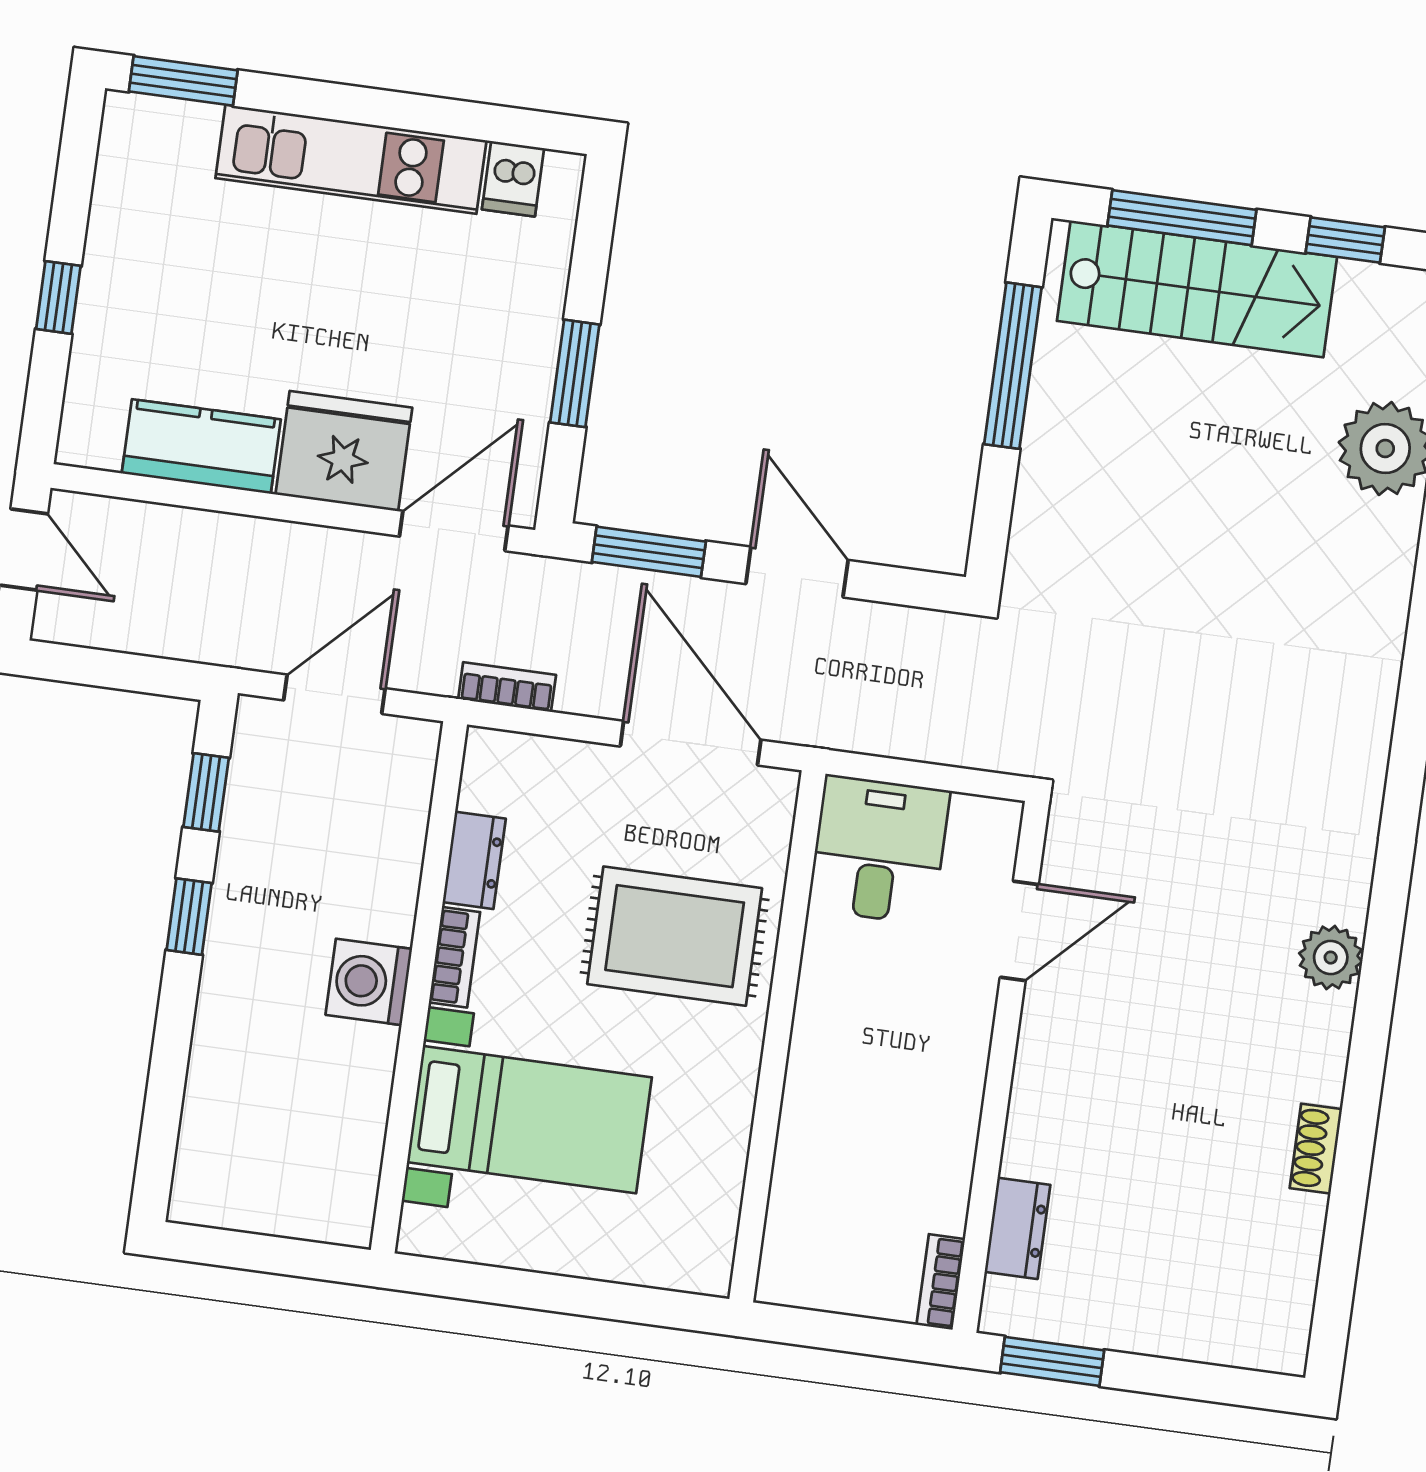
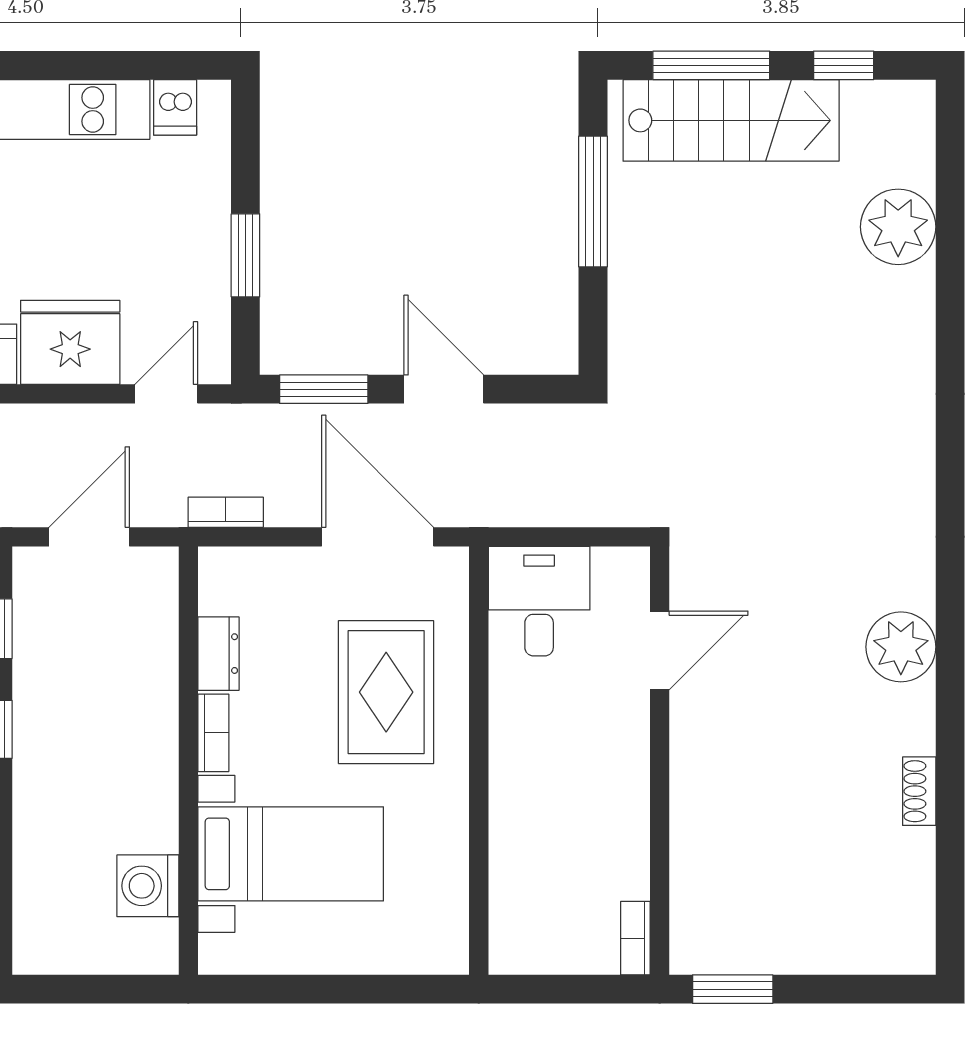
door: (454, 531) -> (166, 394), width x0.73
rug: (675, 936) -> (386, 692), turned 90
plant: (1331, 958) -> (901, 647), width x1.36, depth x1.36
washing machine: (369, 982) -> (148, 886), moved
dresser: (1017, 1228) -> (691, 887), removed

